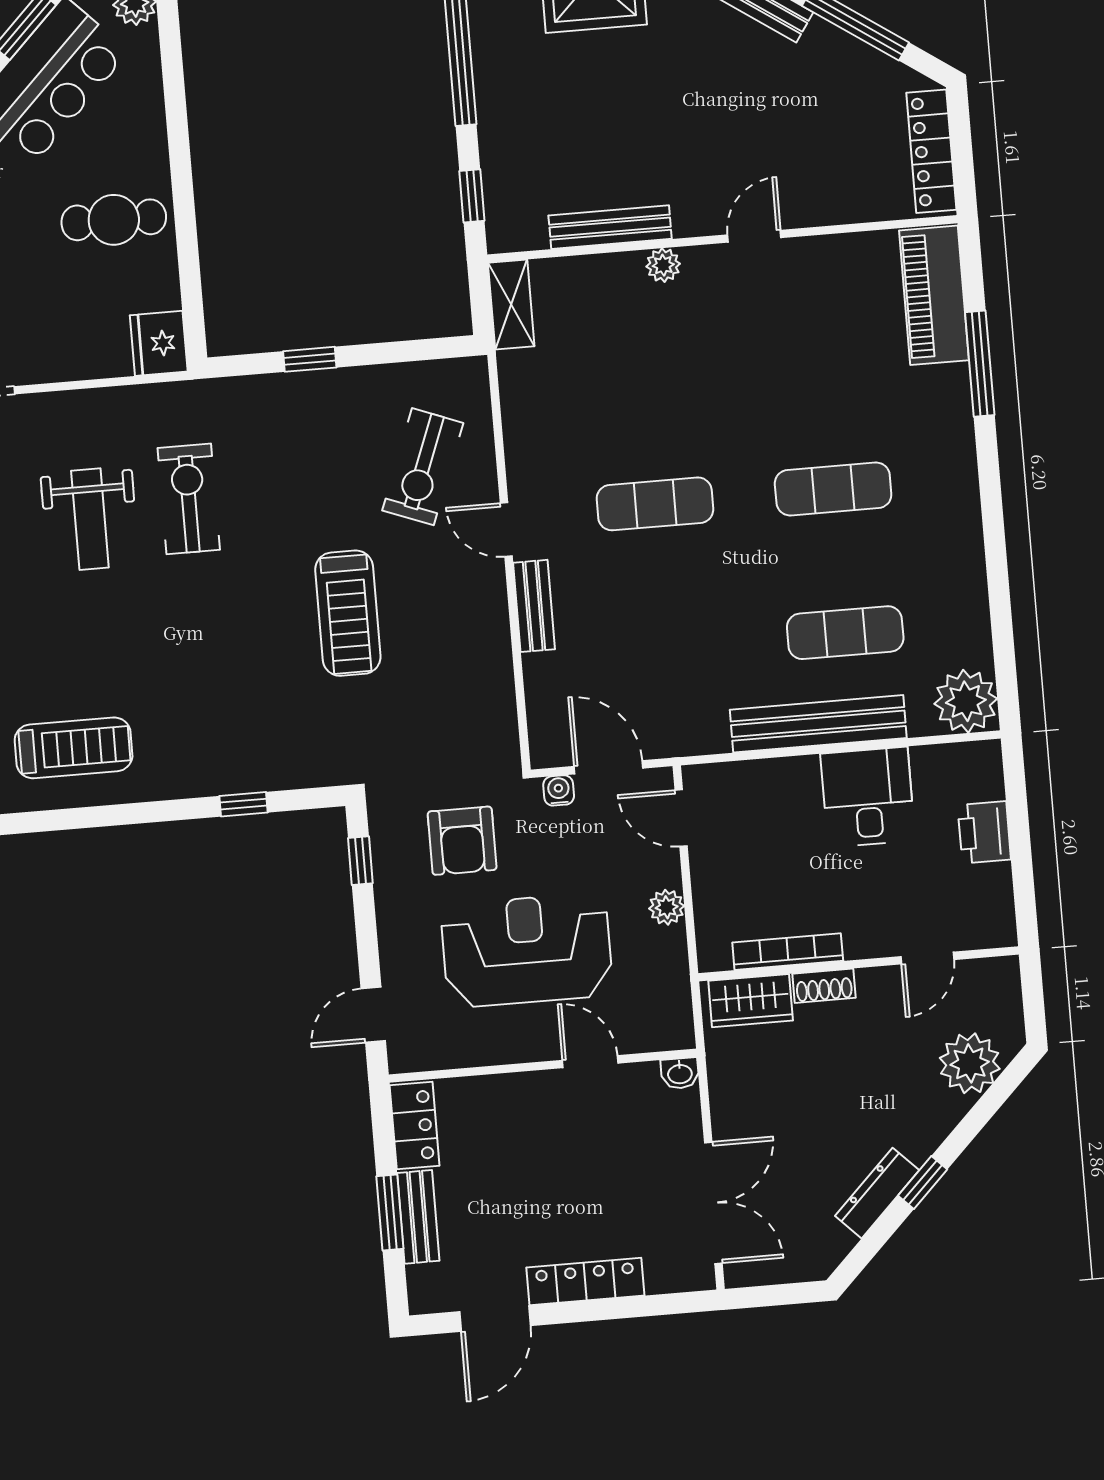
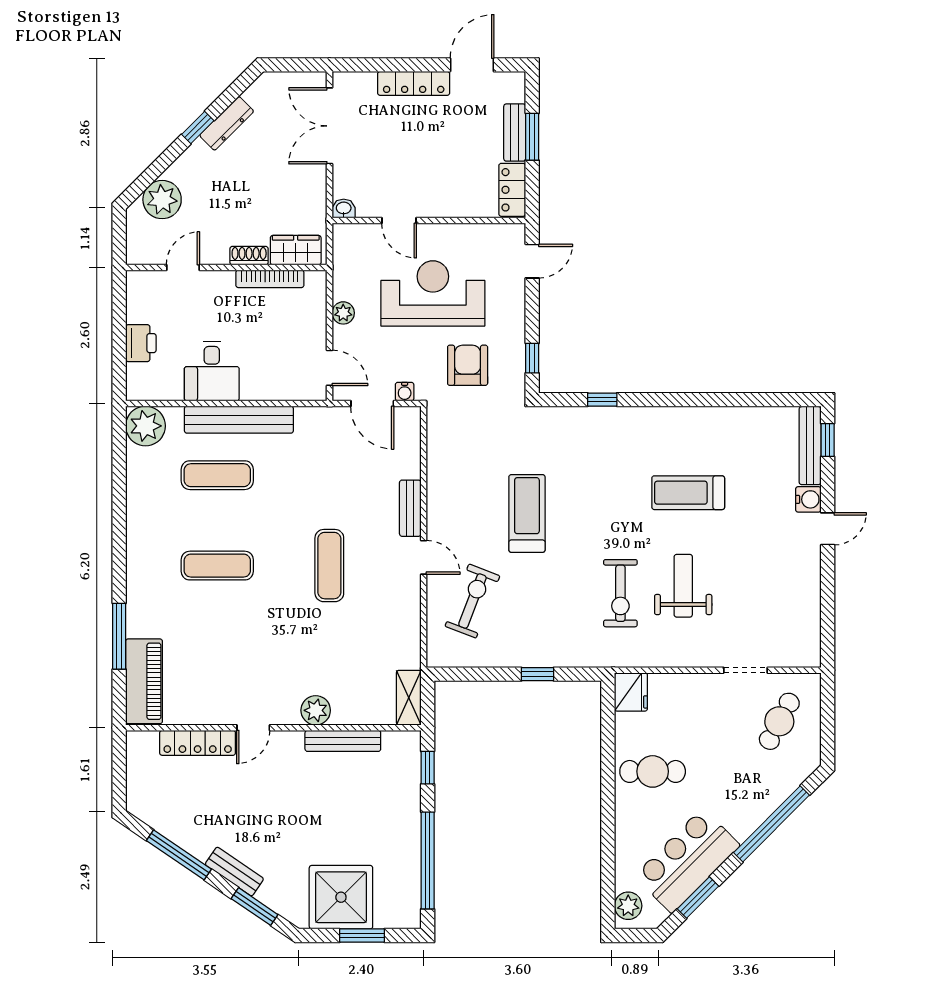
locker: (931, 151) -> (198, 743), moved, turned 90
plant: (663, 265) -> (316, 710), width x1.38, depth x1.38
exercise mat: (655, 504) -> (329, 566), turned 90
treadmill: (74, 748) -> (688, 493), moved
reception desk: (527, 950) -> (433, 293), turned 180

